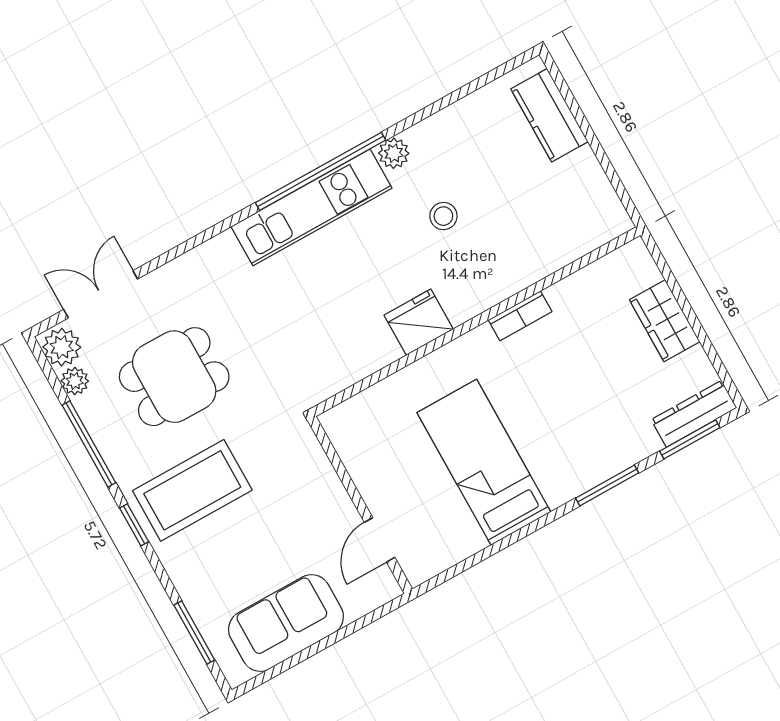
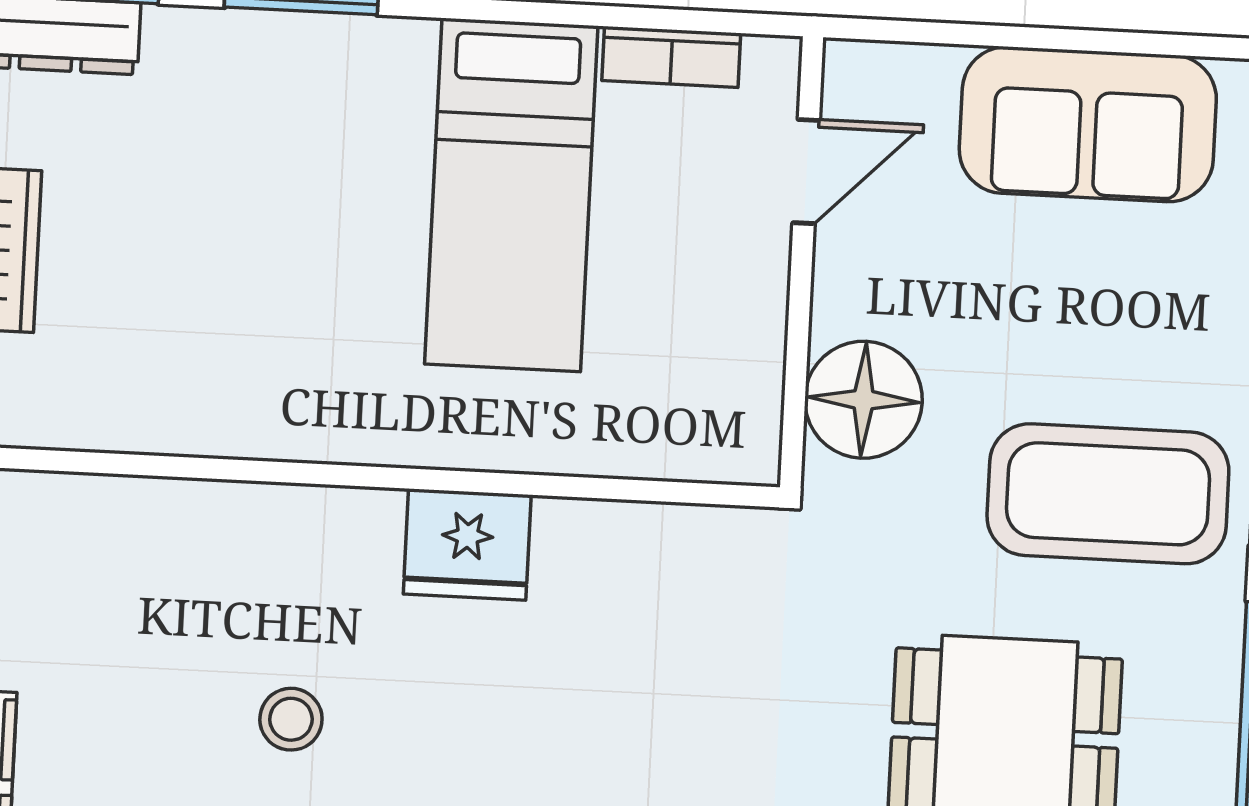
bookcase: (520, 316) -> (671, 57), moved, turned 180
floor lamp: (305, 468) -> (863, 400), added

